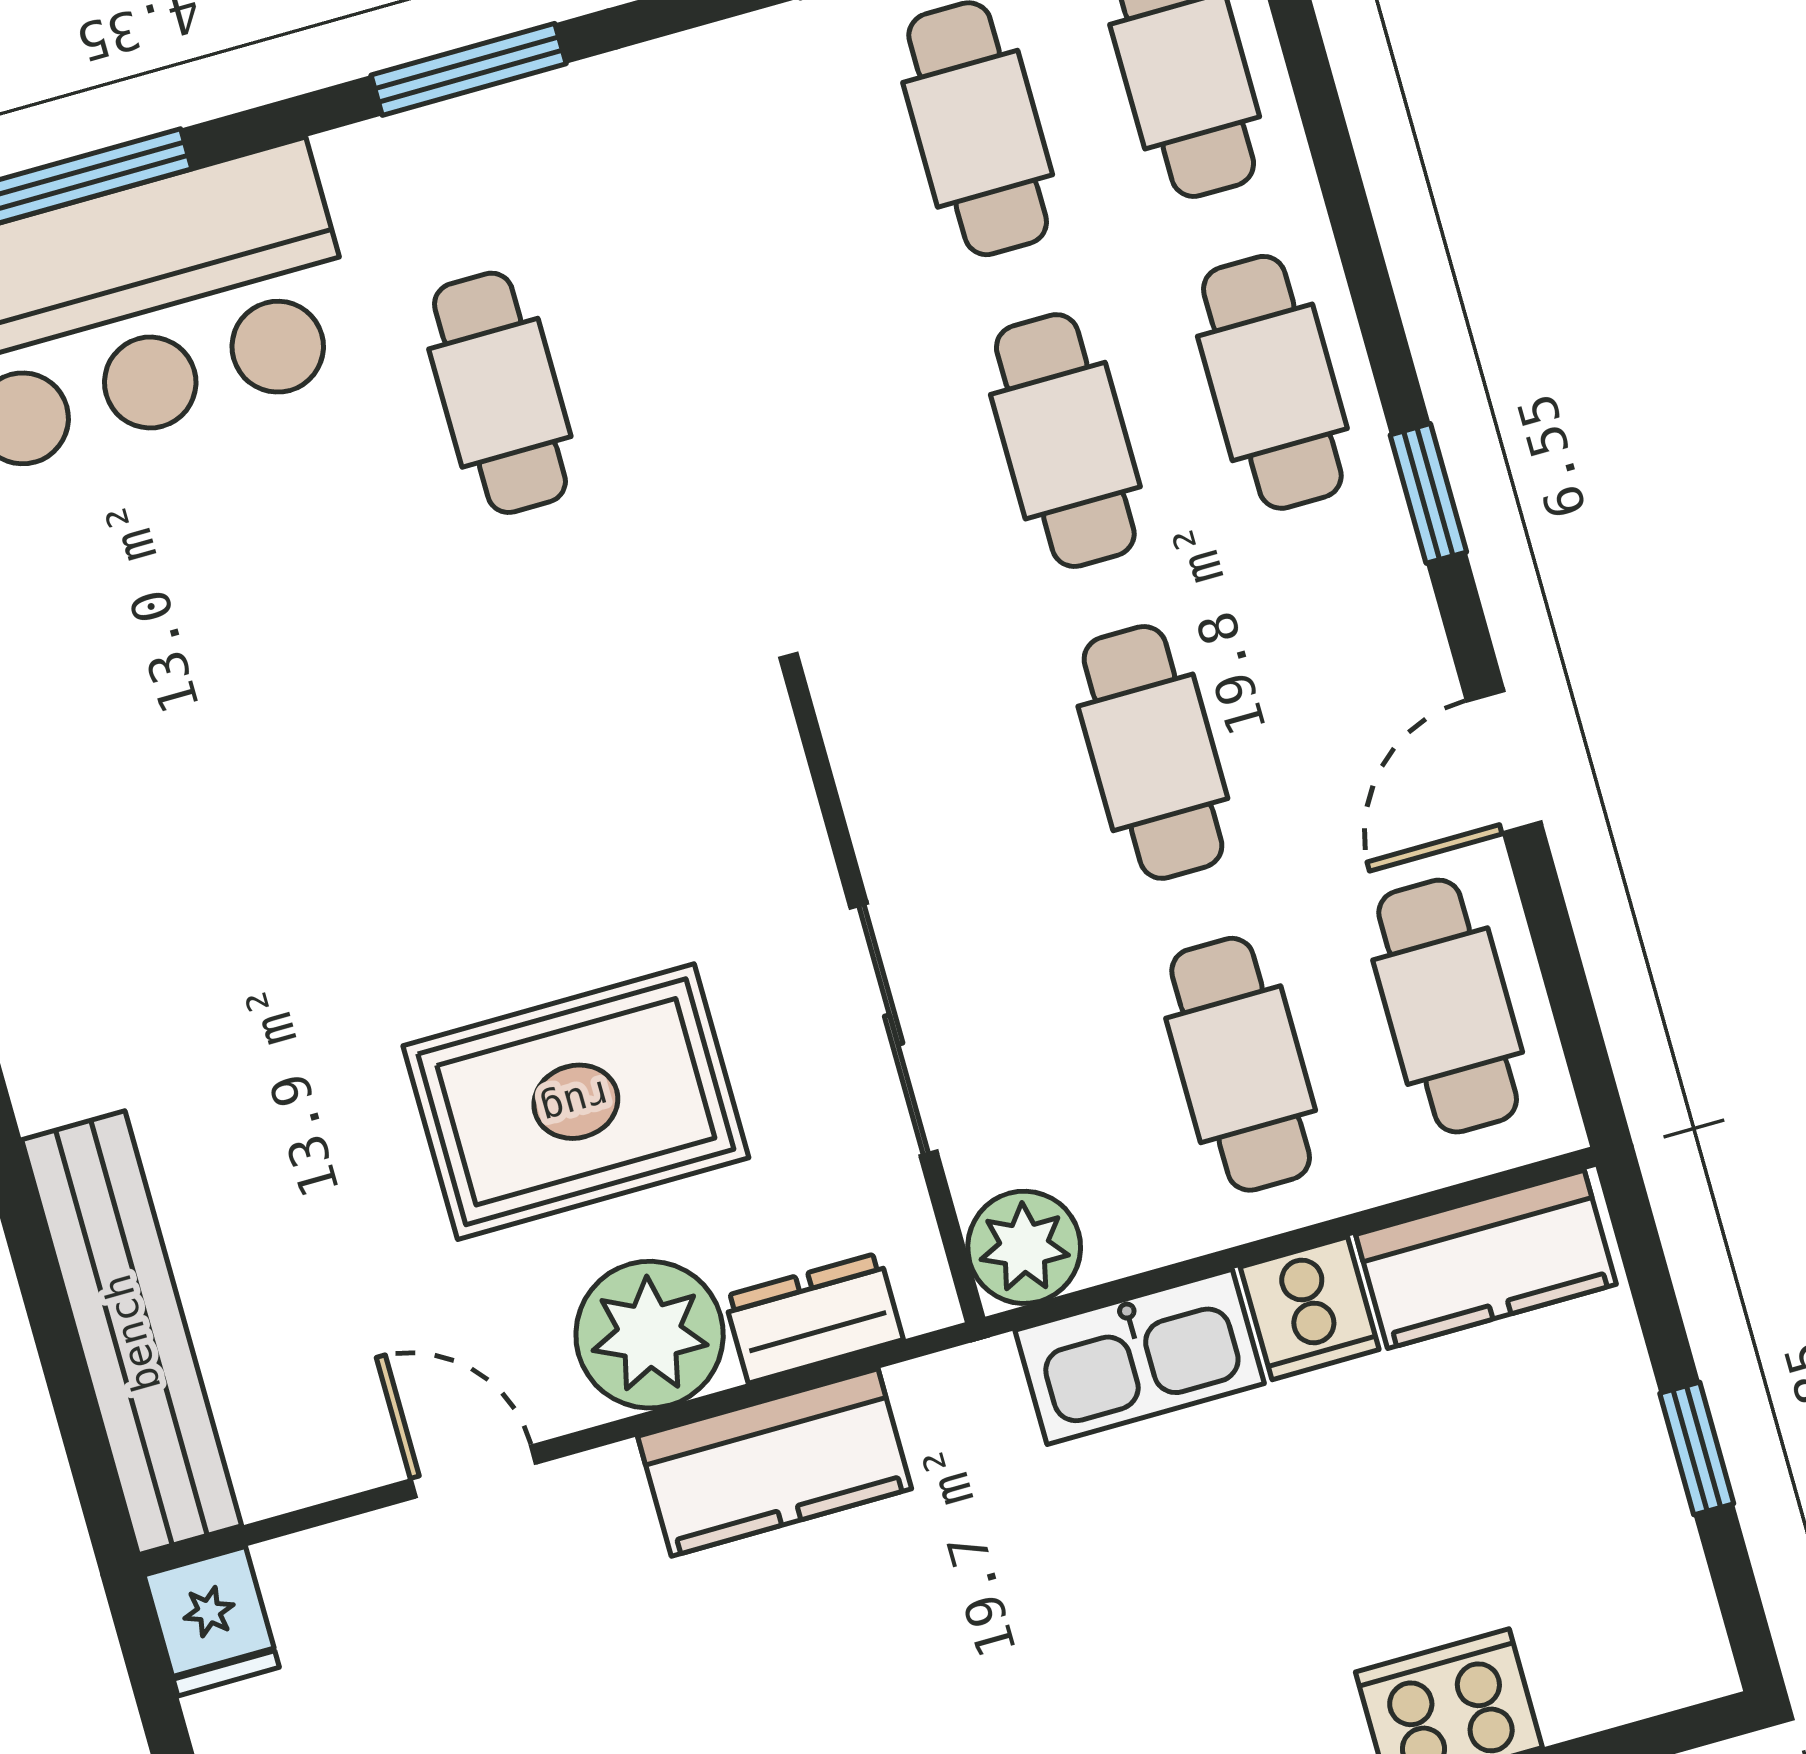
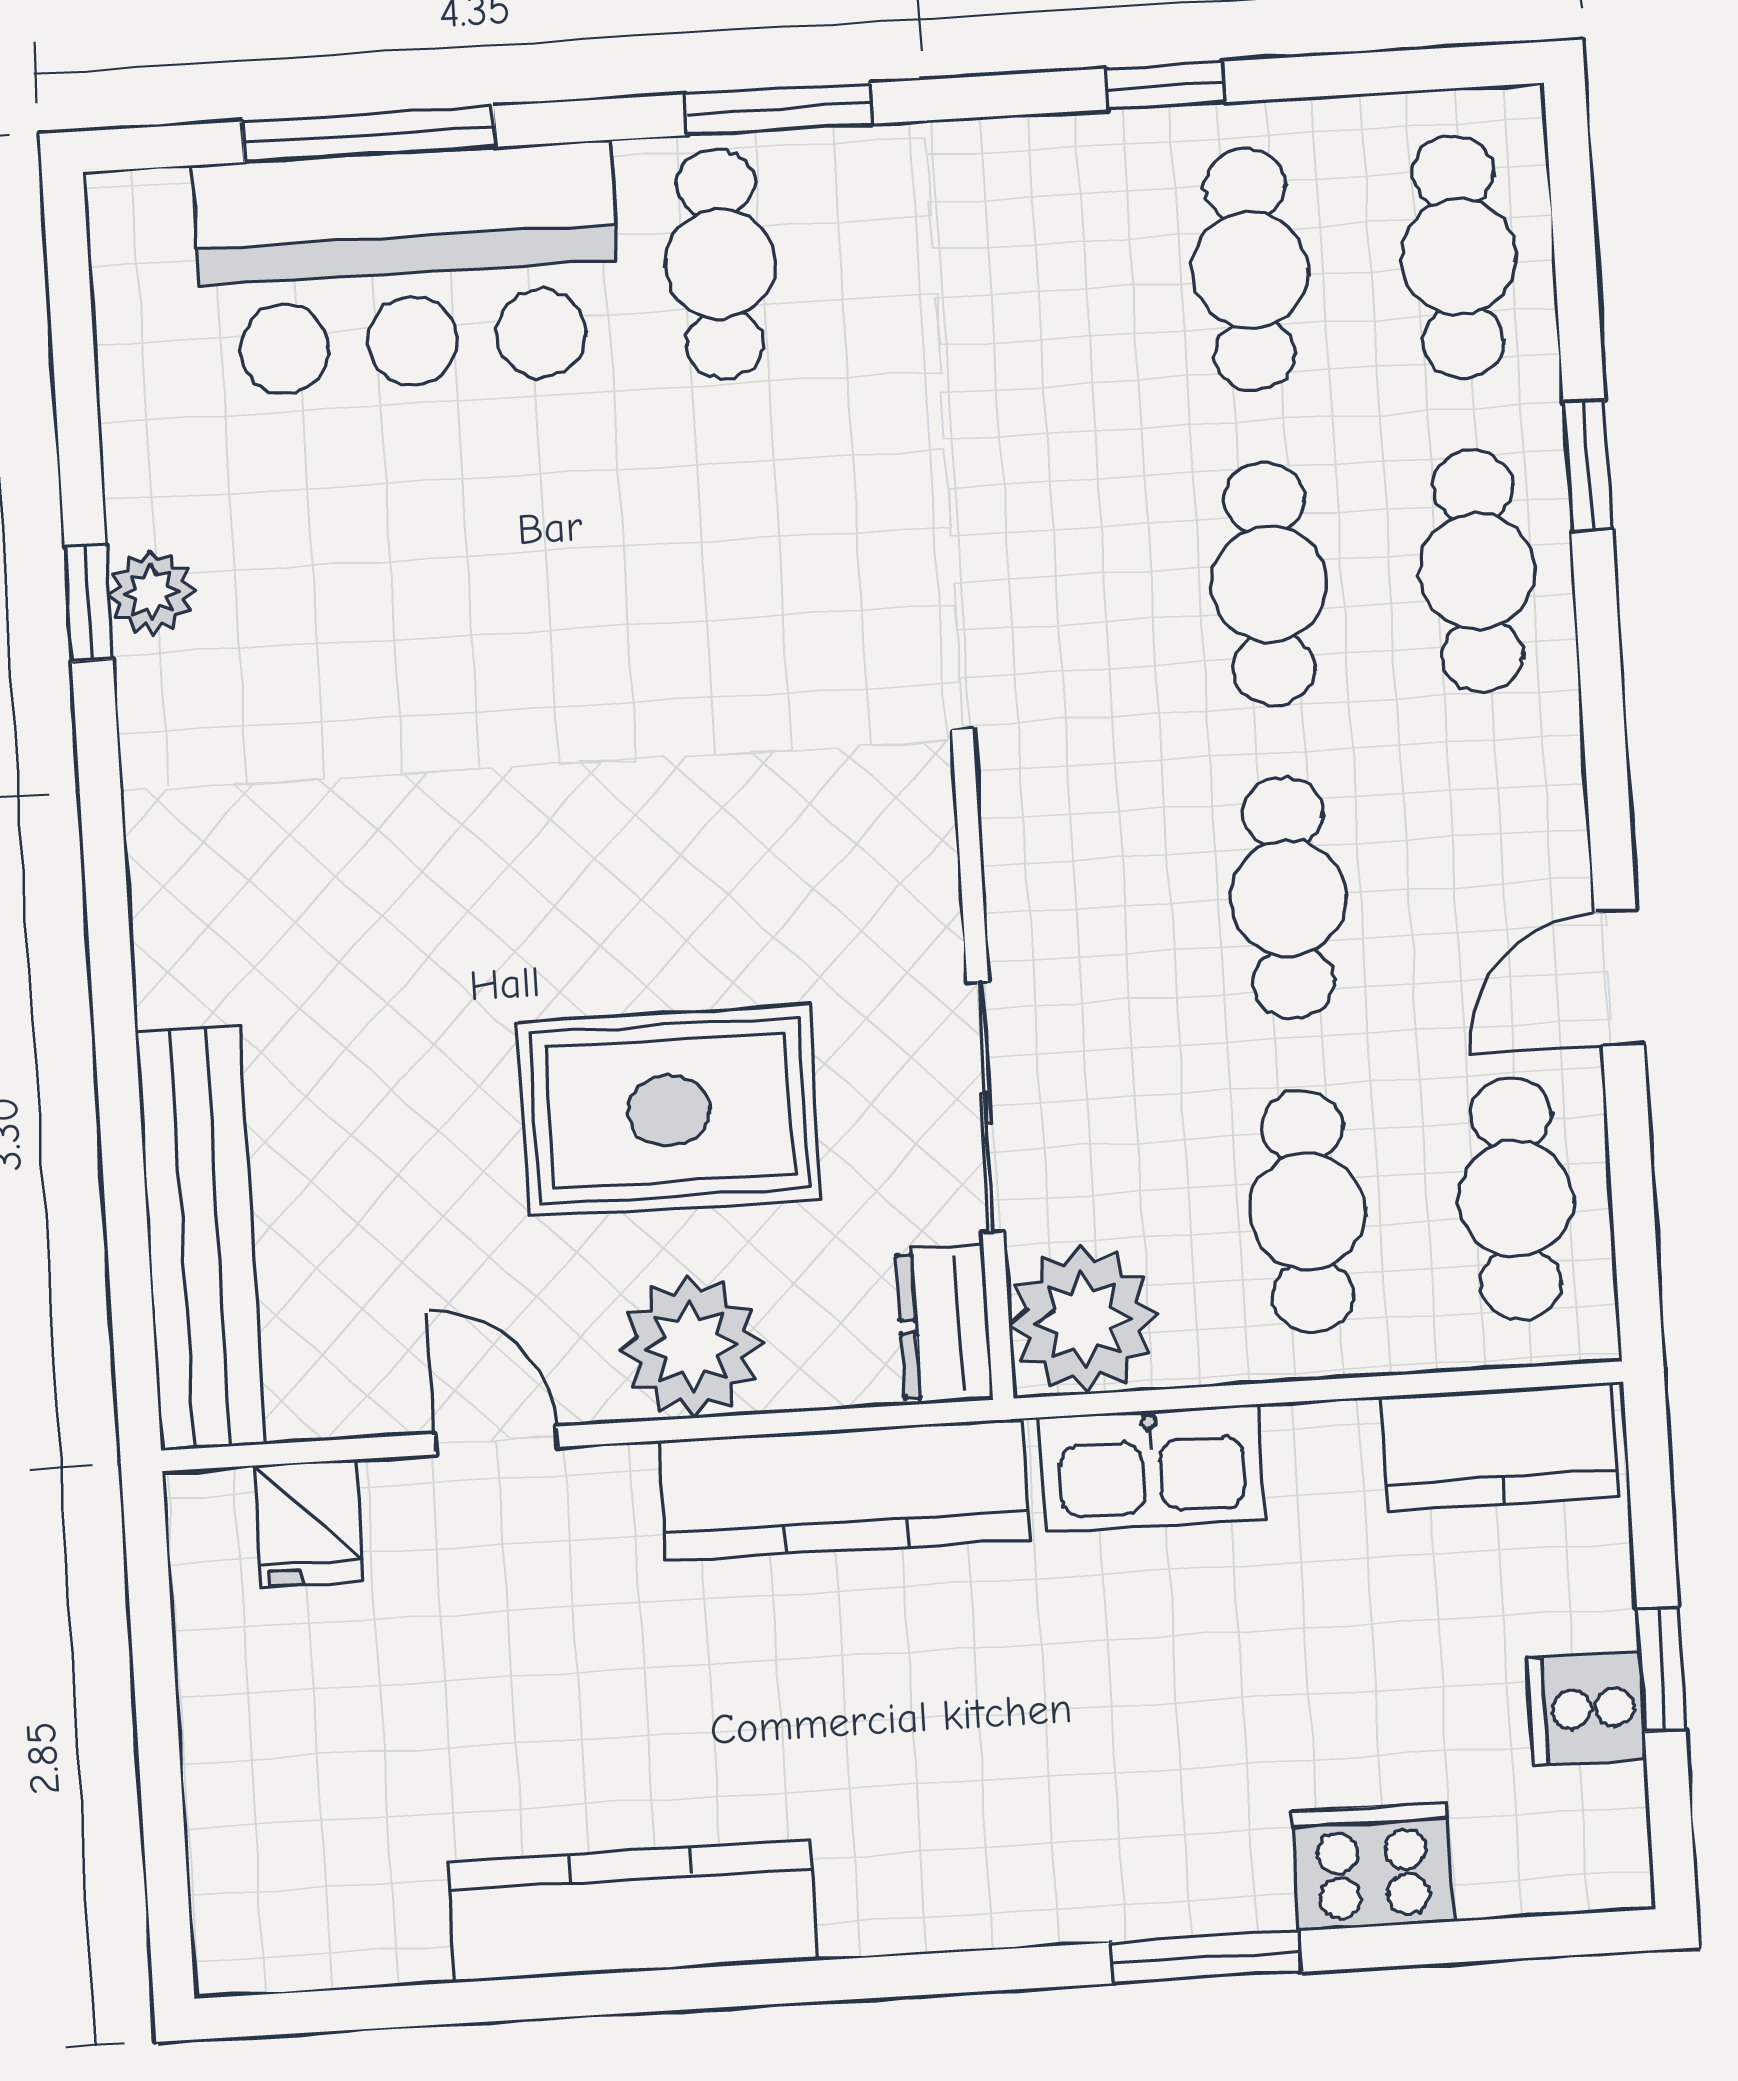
cafe table: (500, 393) -> (720, 264), moved
window: (1428, 493) -> (1588, 465), moved
plant: (1024, 1247) -> (1083, 1320), width x1.36, depth x1.36
cooker: (1310, 1308) -> (1586, 1709), moved, turned 90
dresser: (814, 1318) -> (944, 1324), moved, turned -90
kitchen counter: (775, 1463) -> (844, 1490), width x1.50
fridge: (212, 1621) -> (309, 1523), moved

